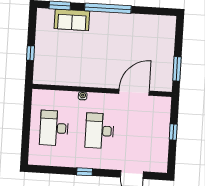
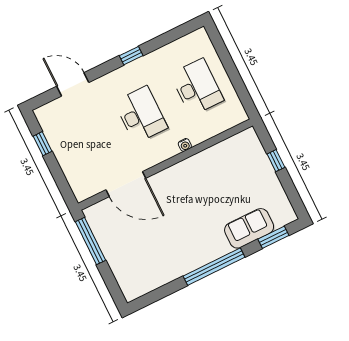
window: (177, 69) -> (90, 241), width x1.44
door: (134, 92) -> (126, 184), hinge flipped
window: (173, 132) -> (43, 144), moved

